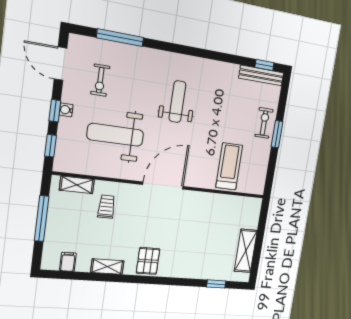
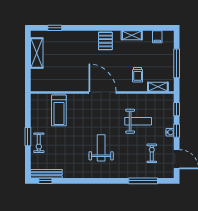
weight bench: (177, 102) -> (101, 148), turned 180
weight bench: (115, 135) -> (138, 121), width x0.73, depth x0.75
door: (163, 185) -> (103, 92), swing flipped

